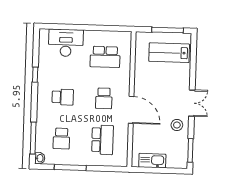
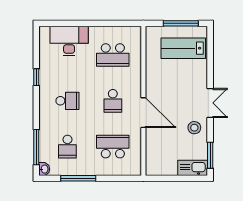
school desk: (102, 140) -> (113, 147), turned -90
kitchen sink: (152, 161) -> (193, 168), moved

